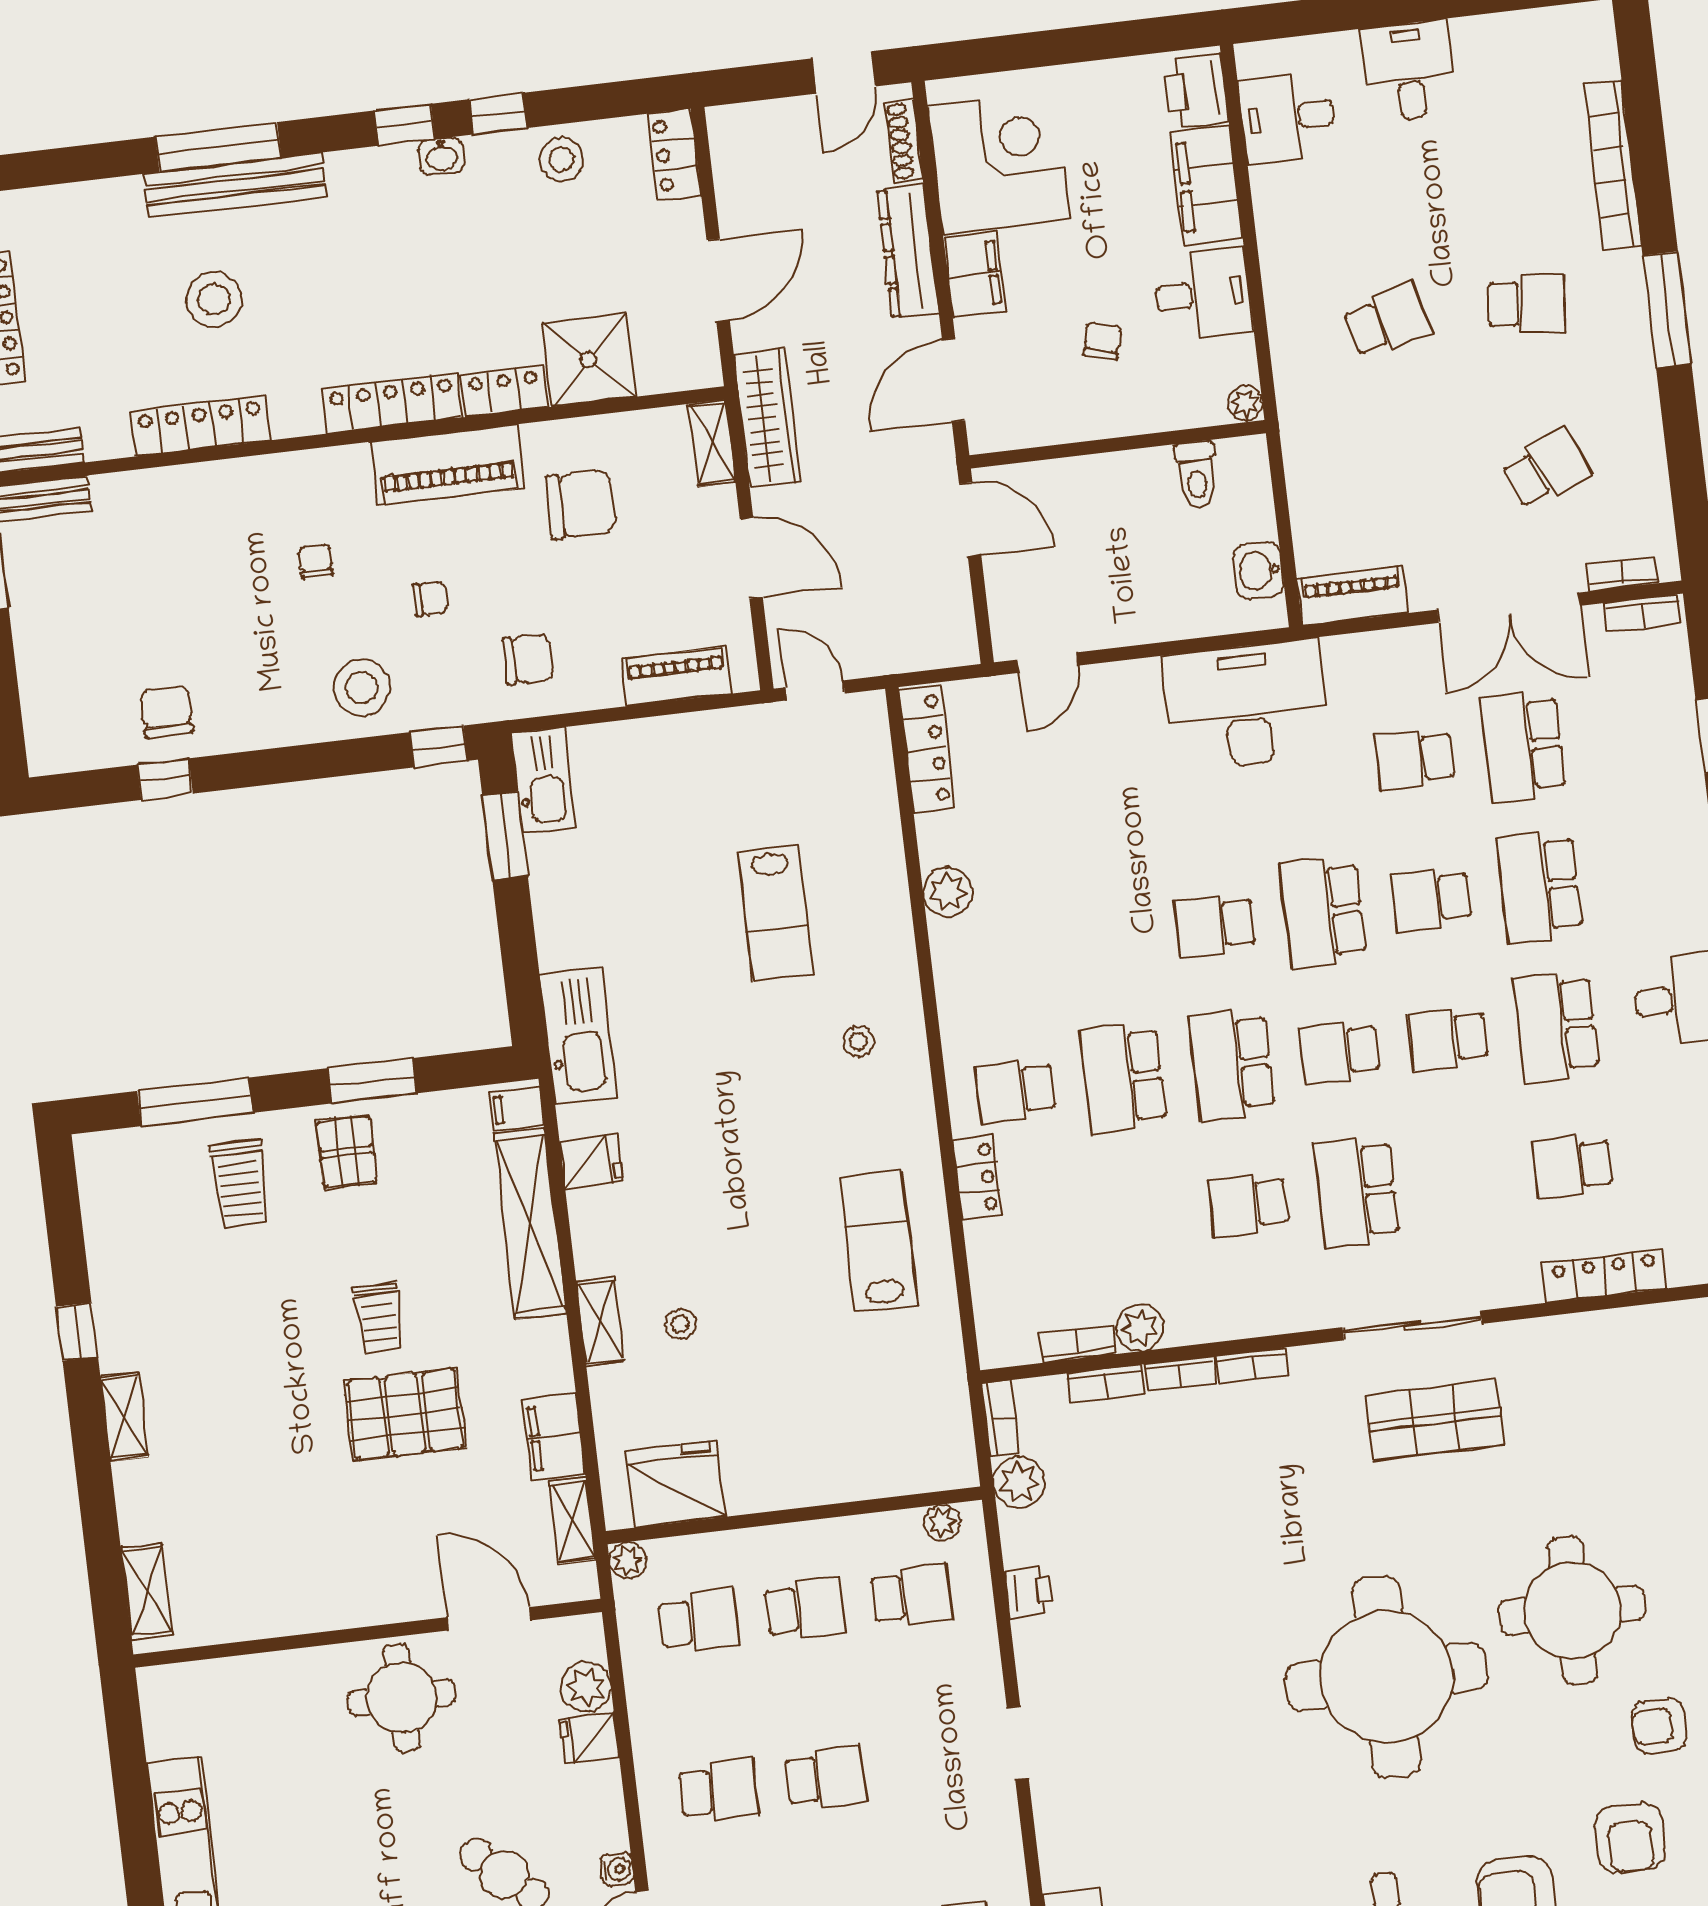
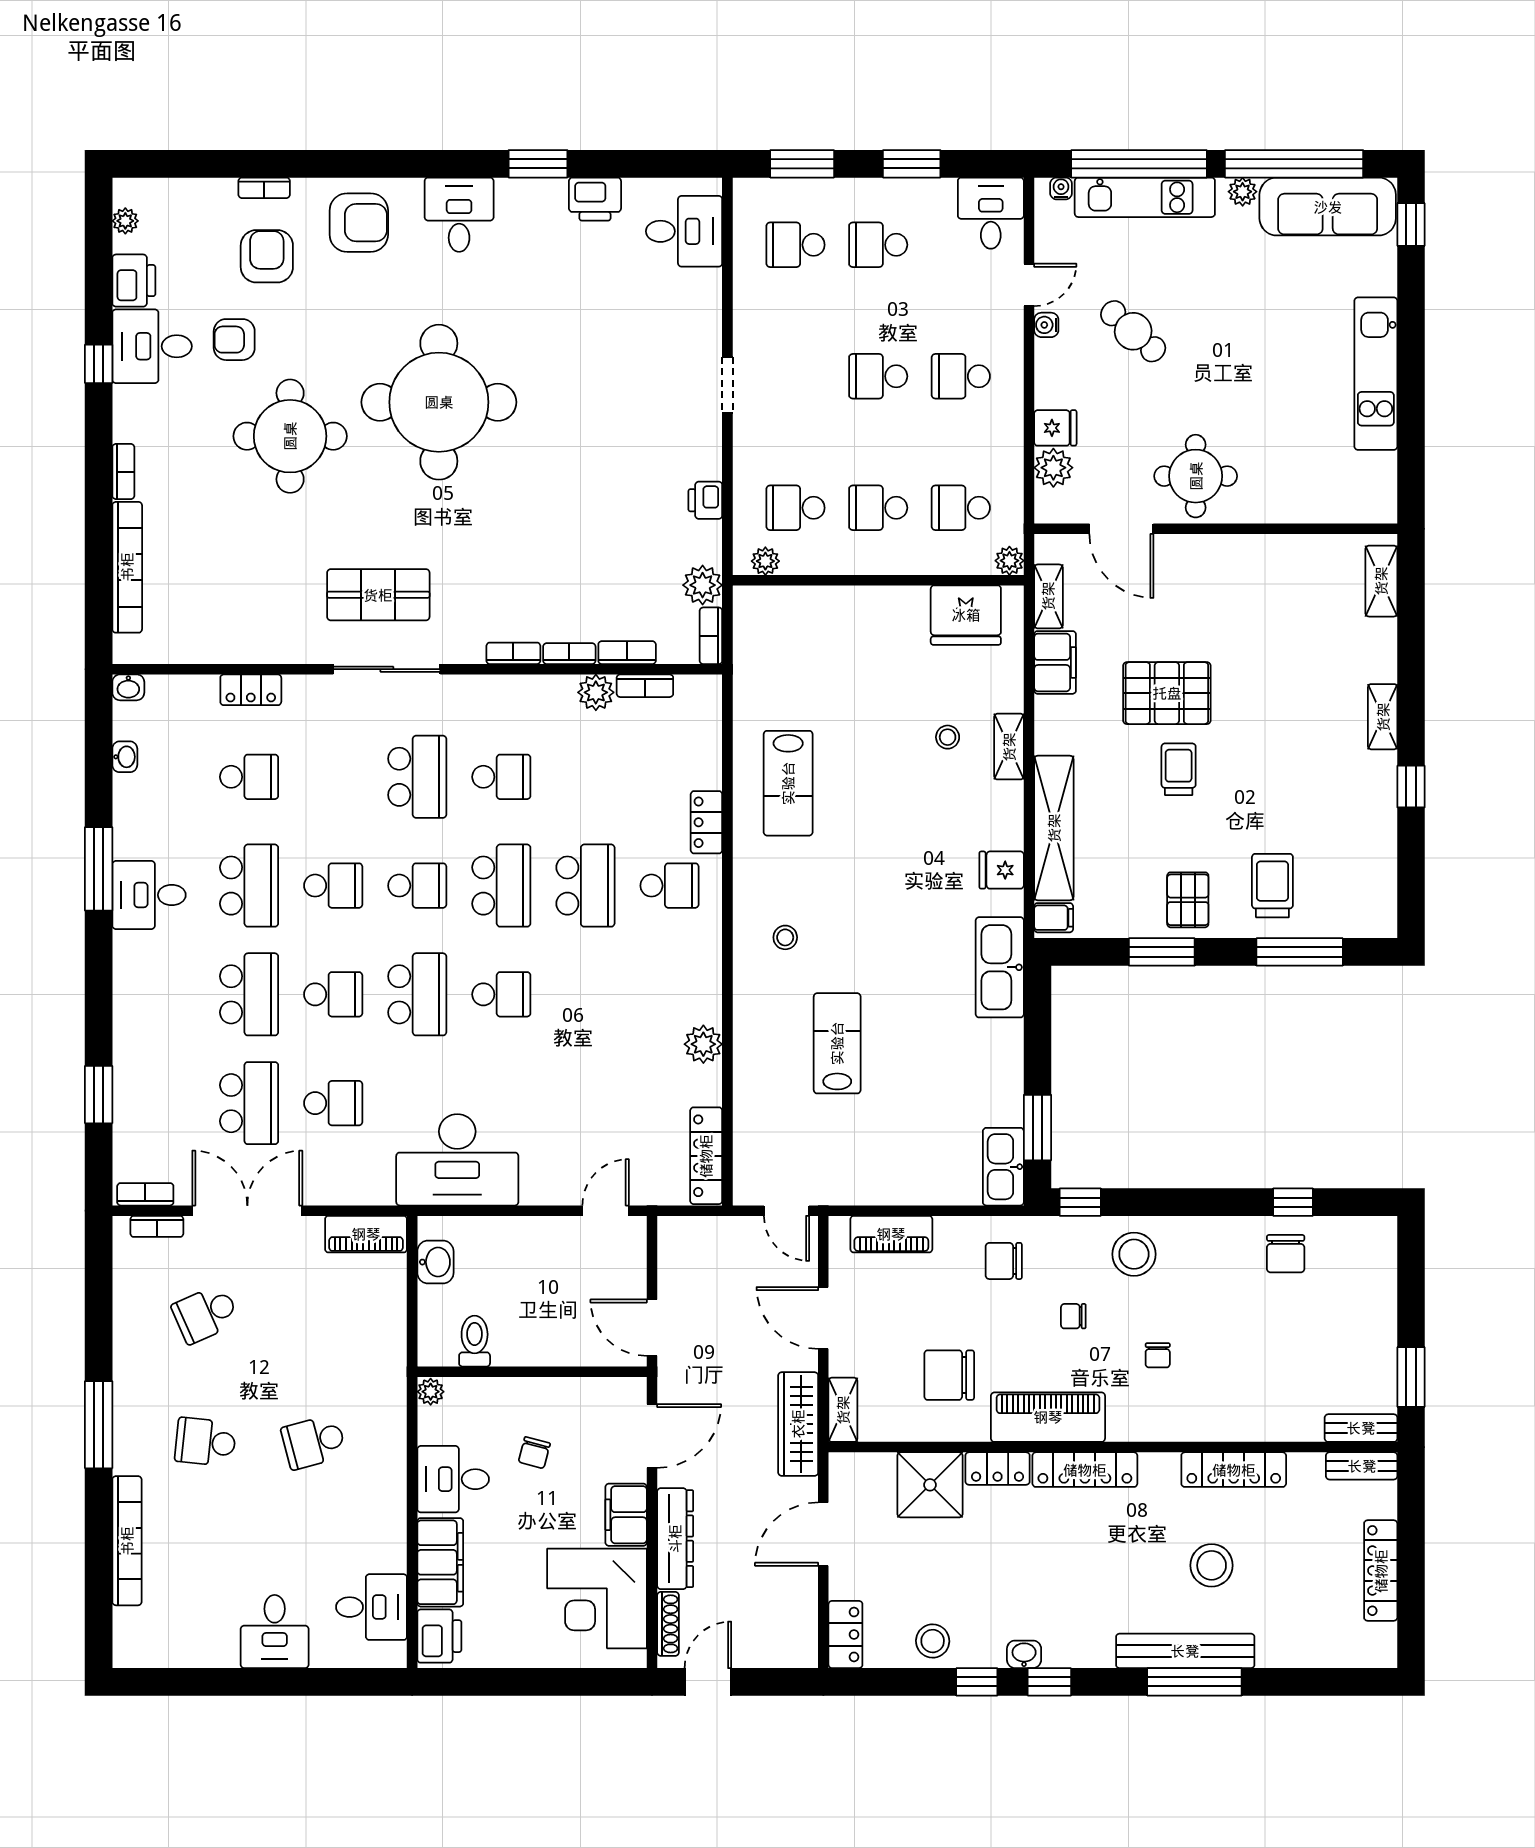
locker: (1605, 1276) -> (251, 690), width x0.66
armchair: (1659, 1726) -> (234, 340), turned 180

